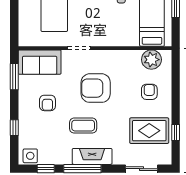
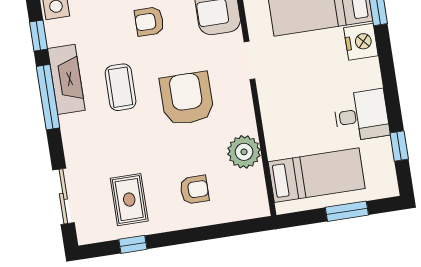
plant: (151, 60) -> (244, 152), moved
rug: (149, 131) -> (129, 200), width x0.73, depth x0.70
fireplace: (92, 156) -> (66, 79), moved

